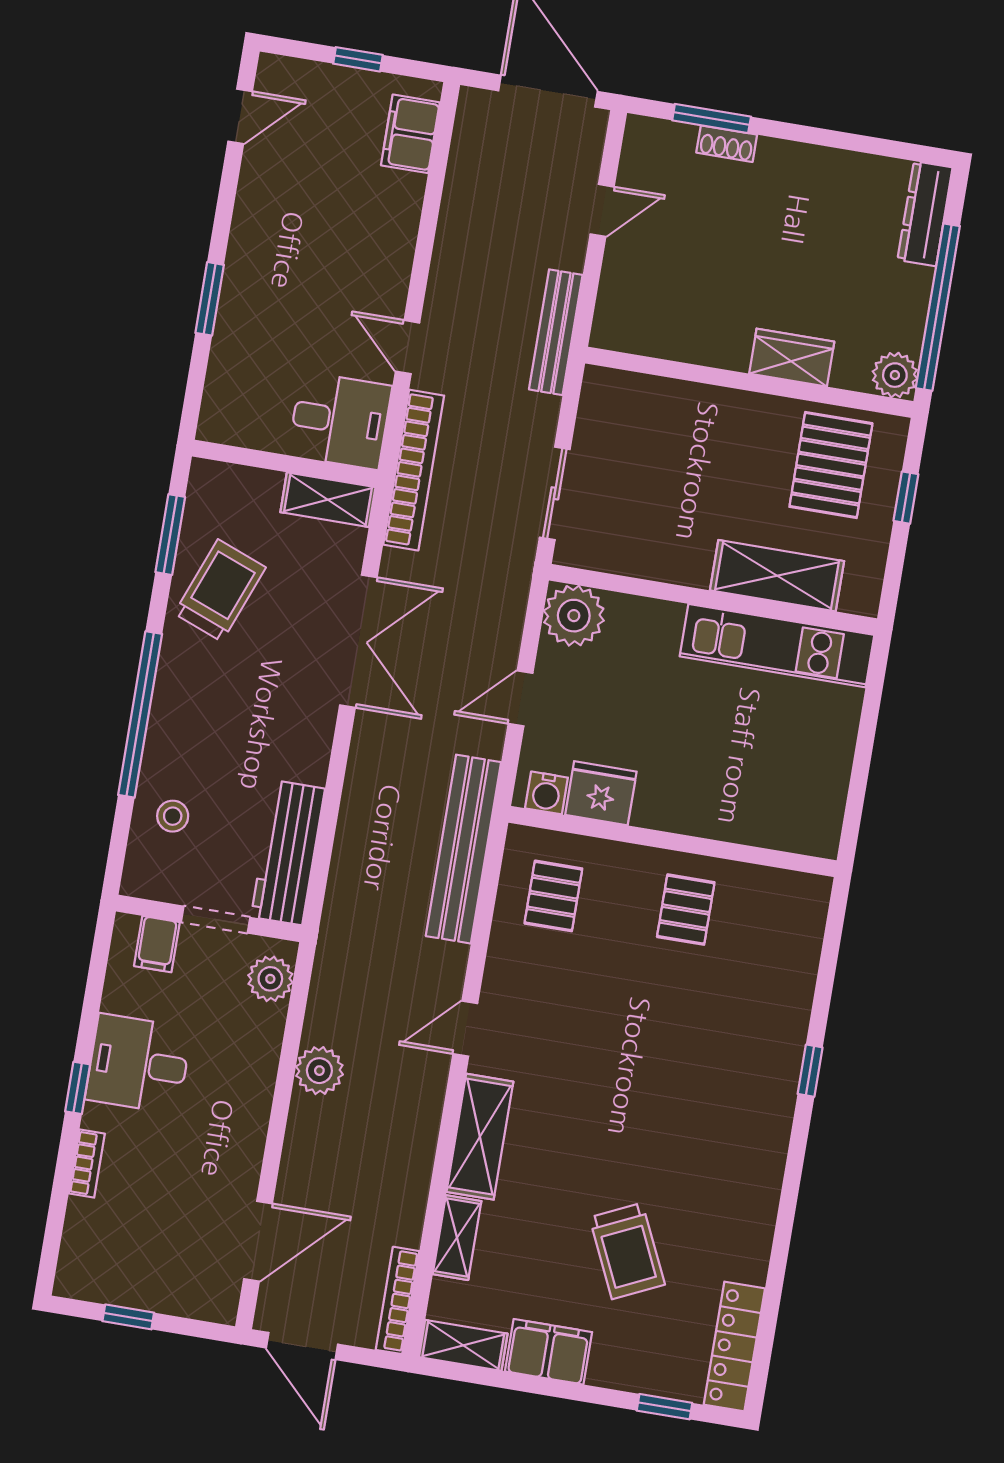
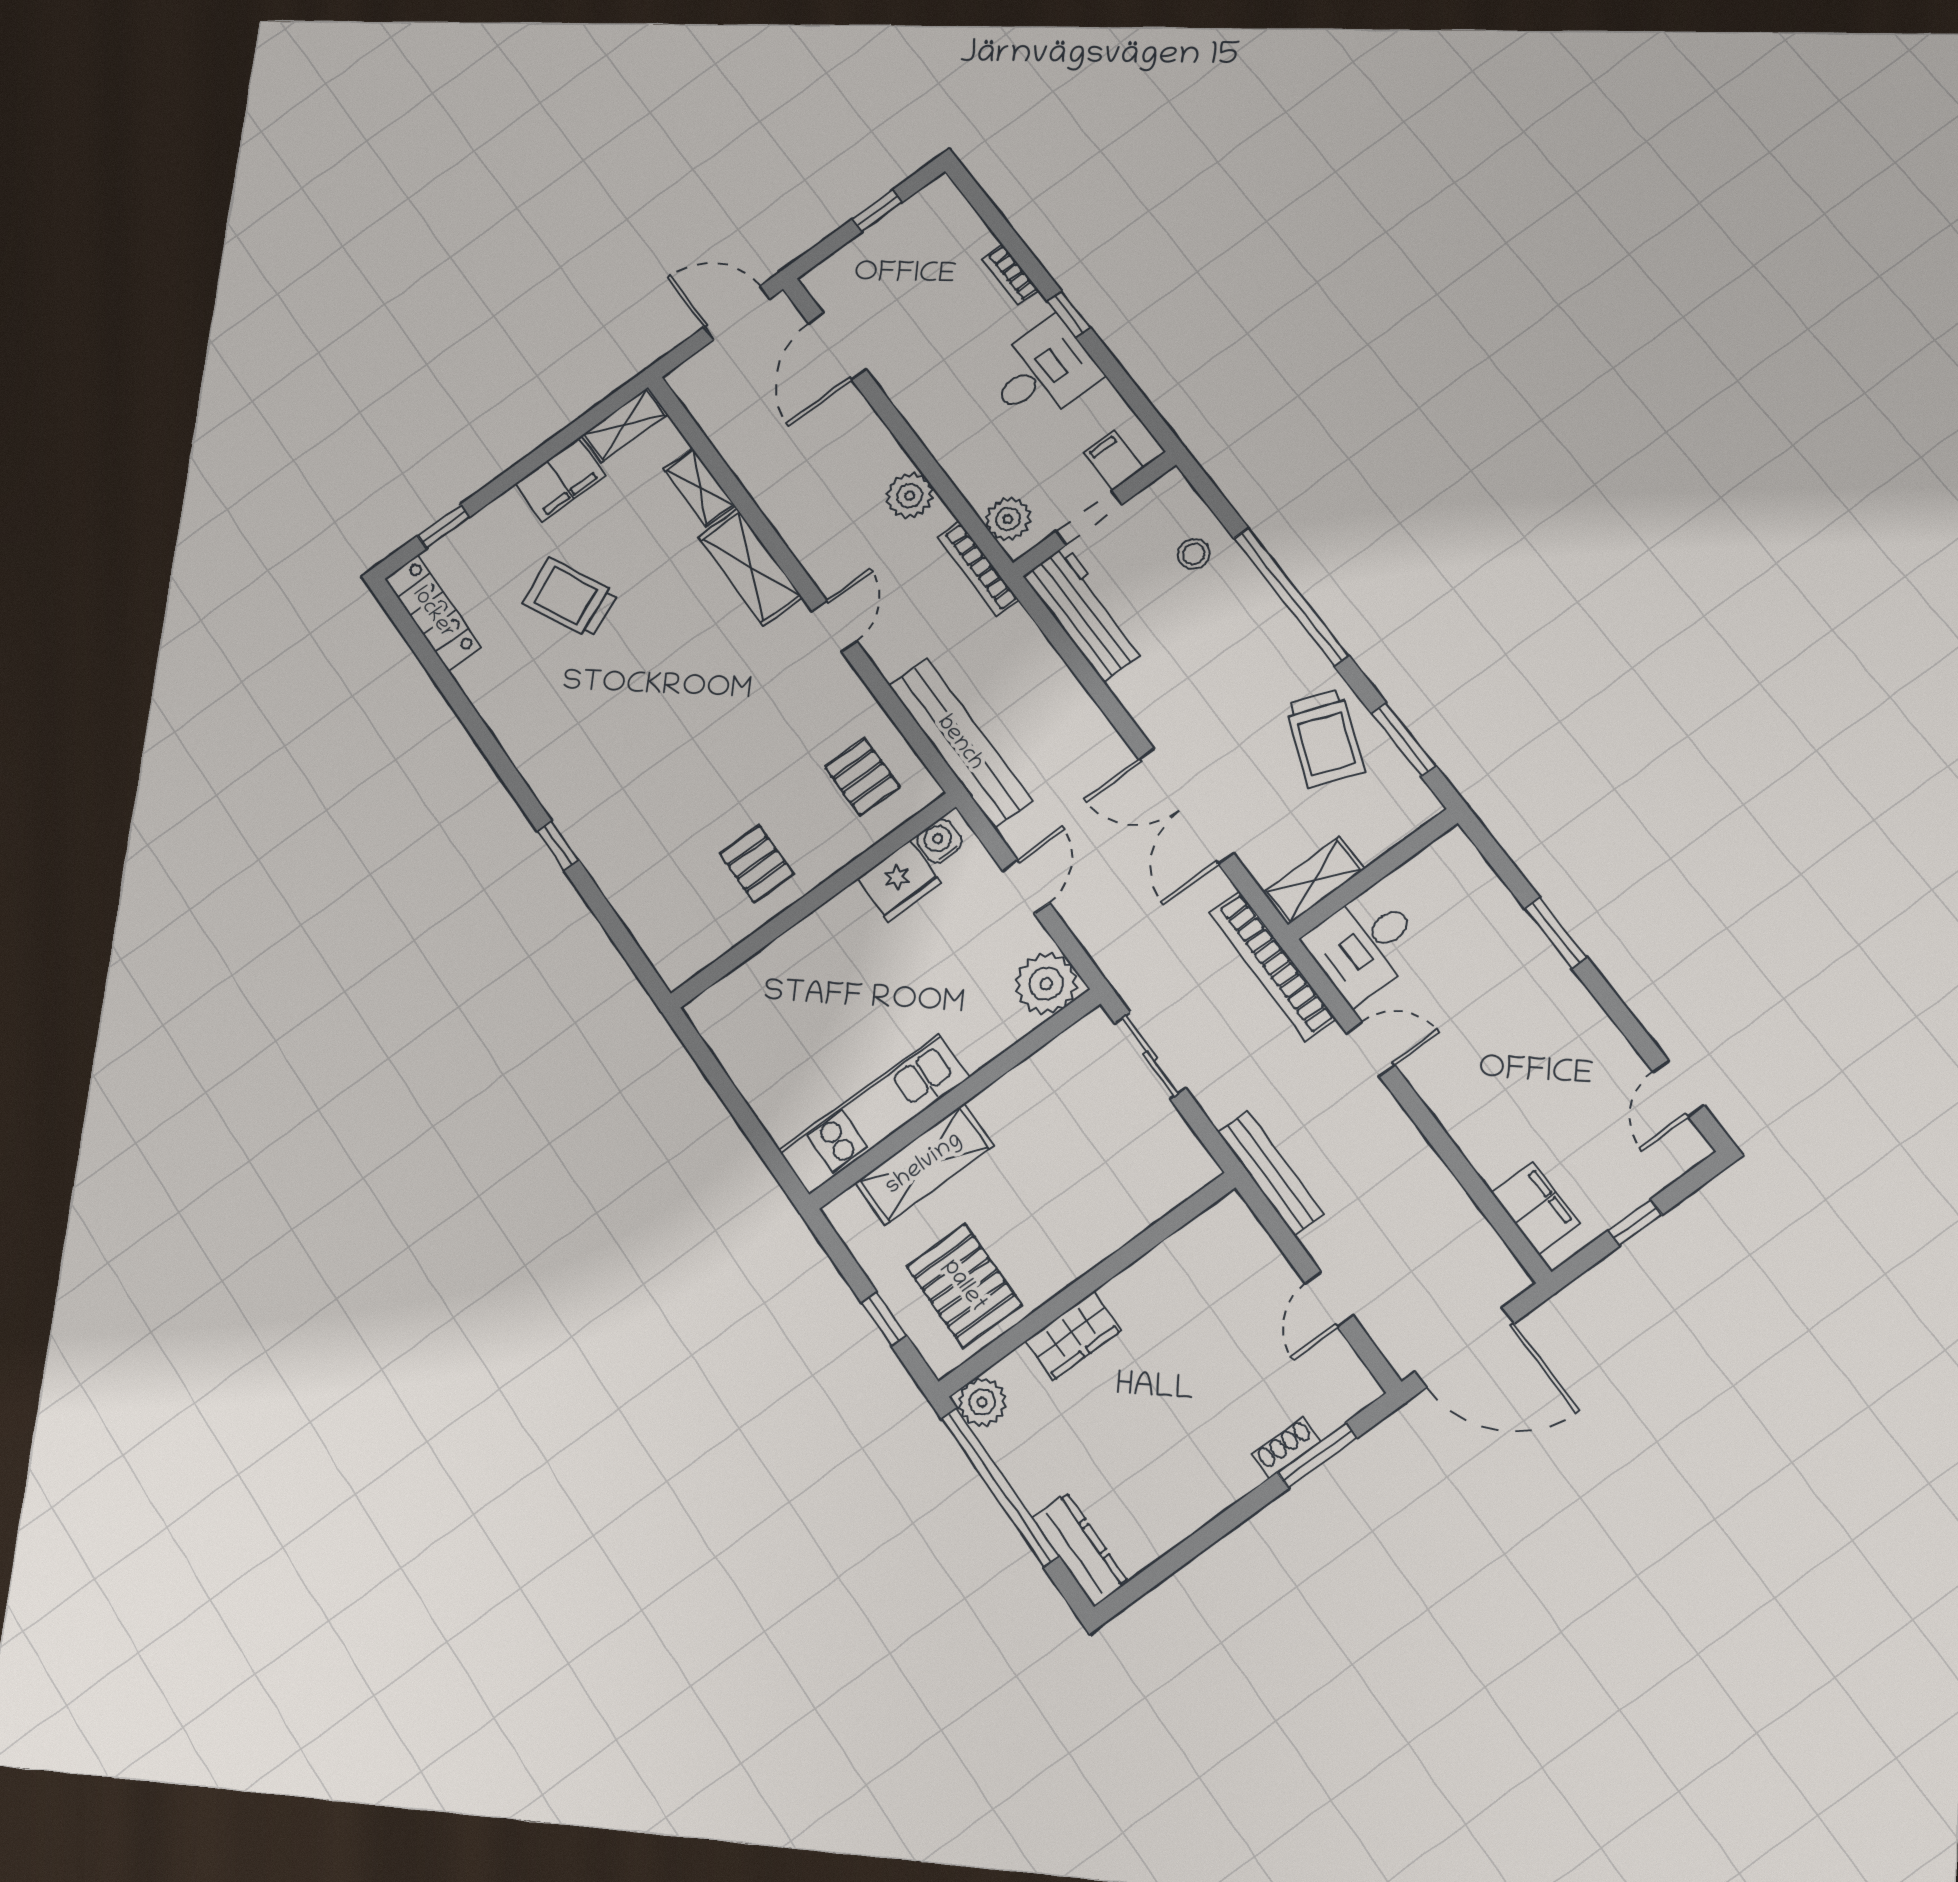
bookcase: (398, 1300) -> (978, 569), moved, turned 180

